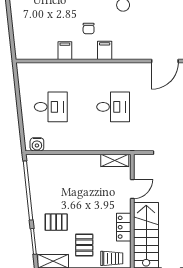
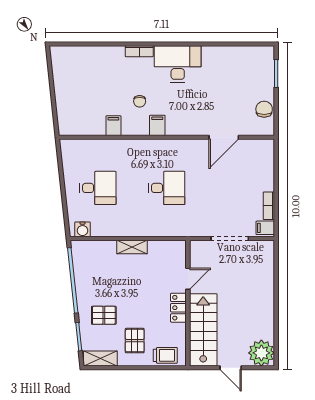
shelving: (115, 160) -> (132, 247), moved
locker: (124, 227) -> (178, 308), moved

